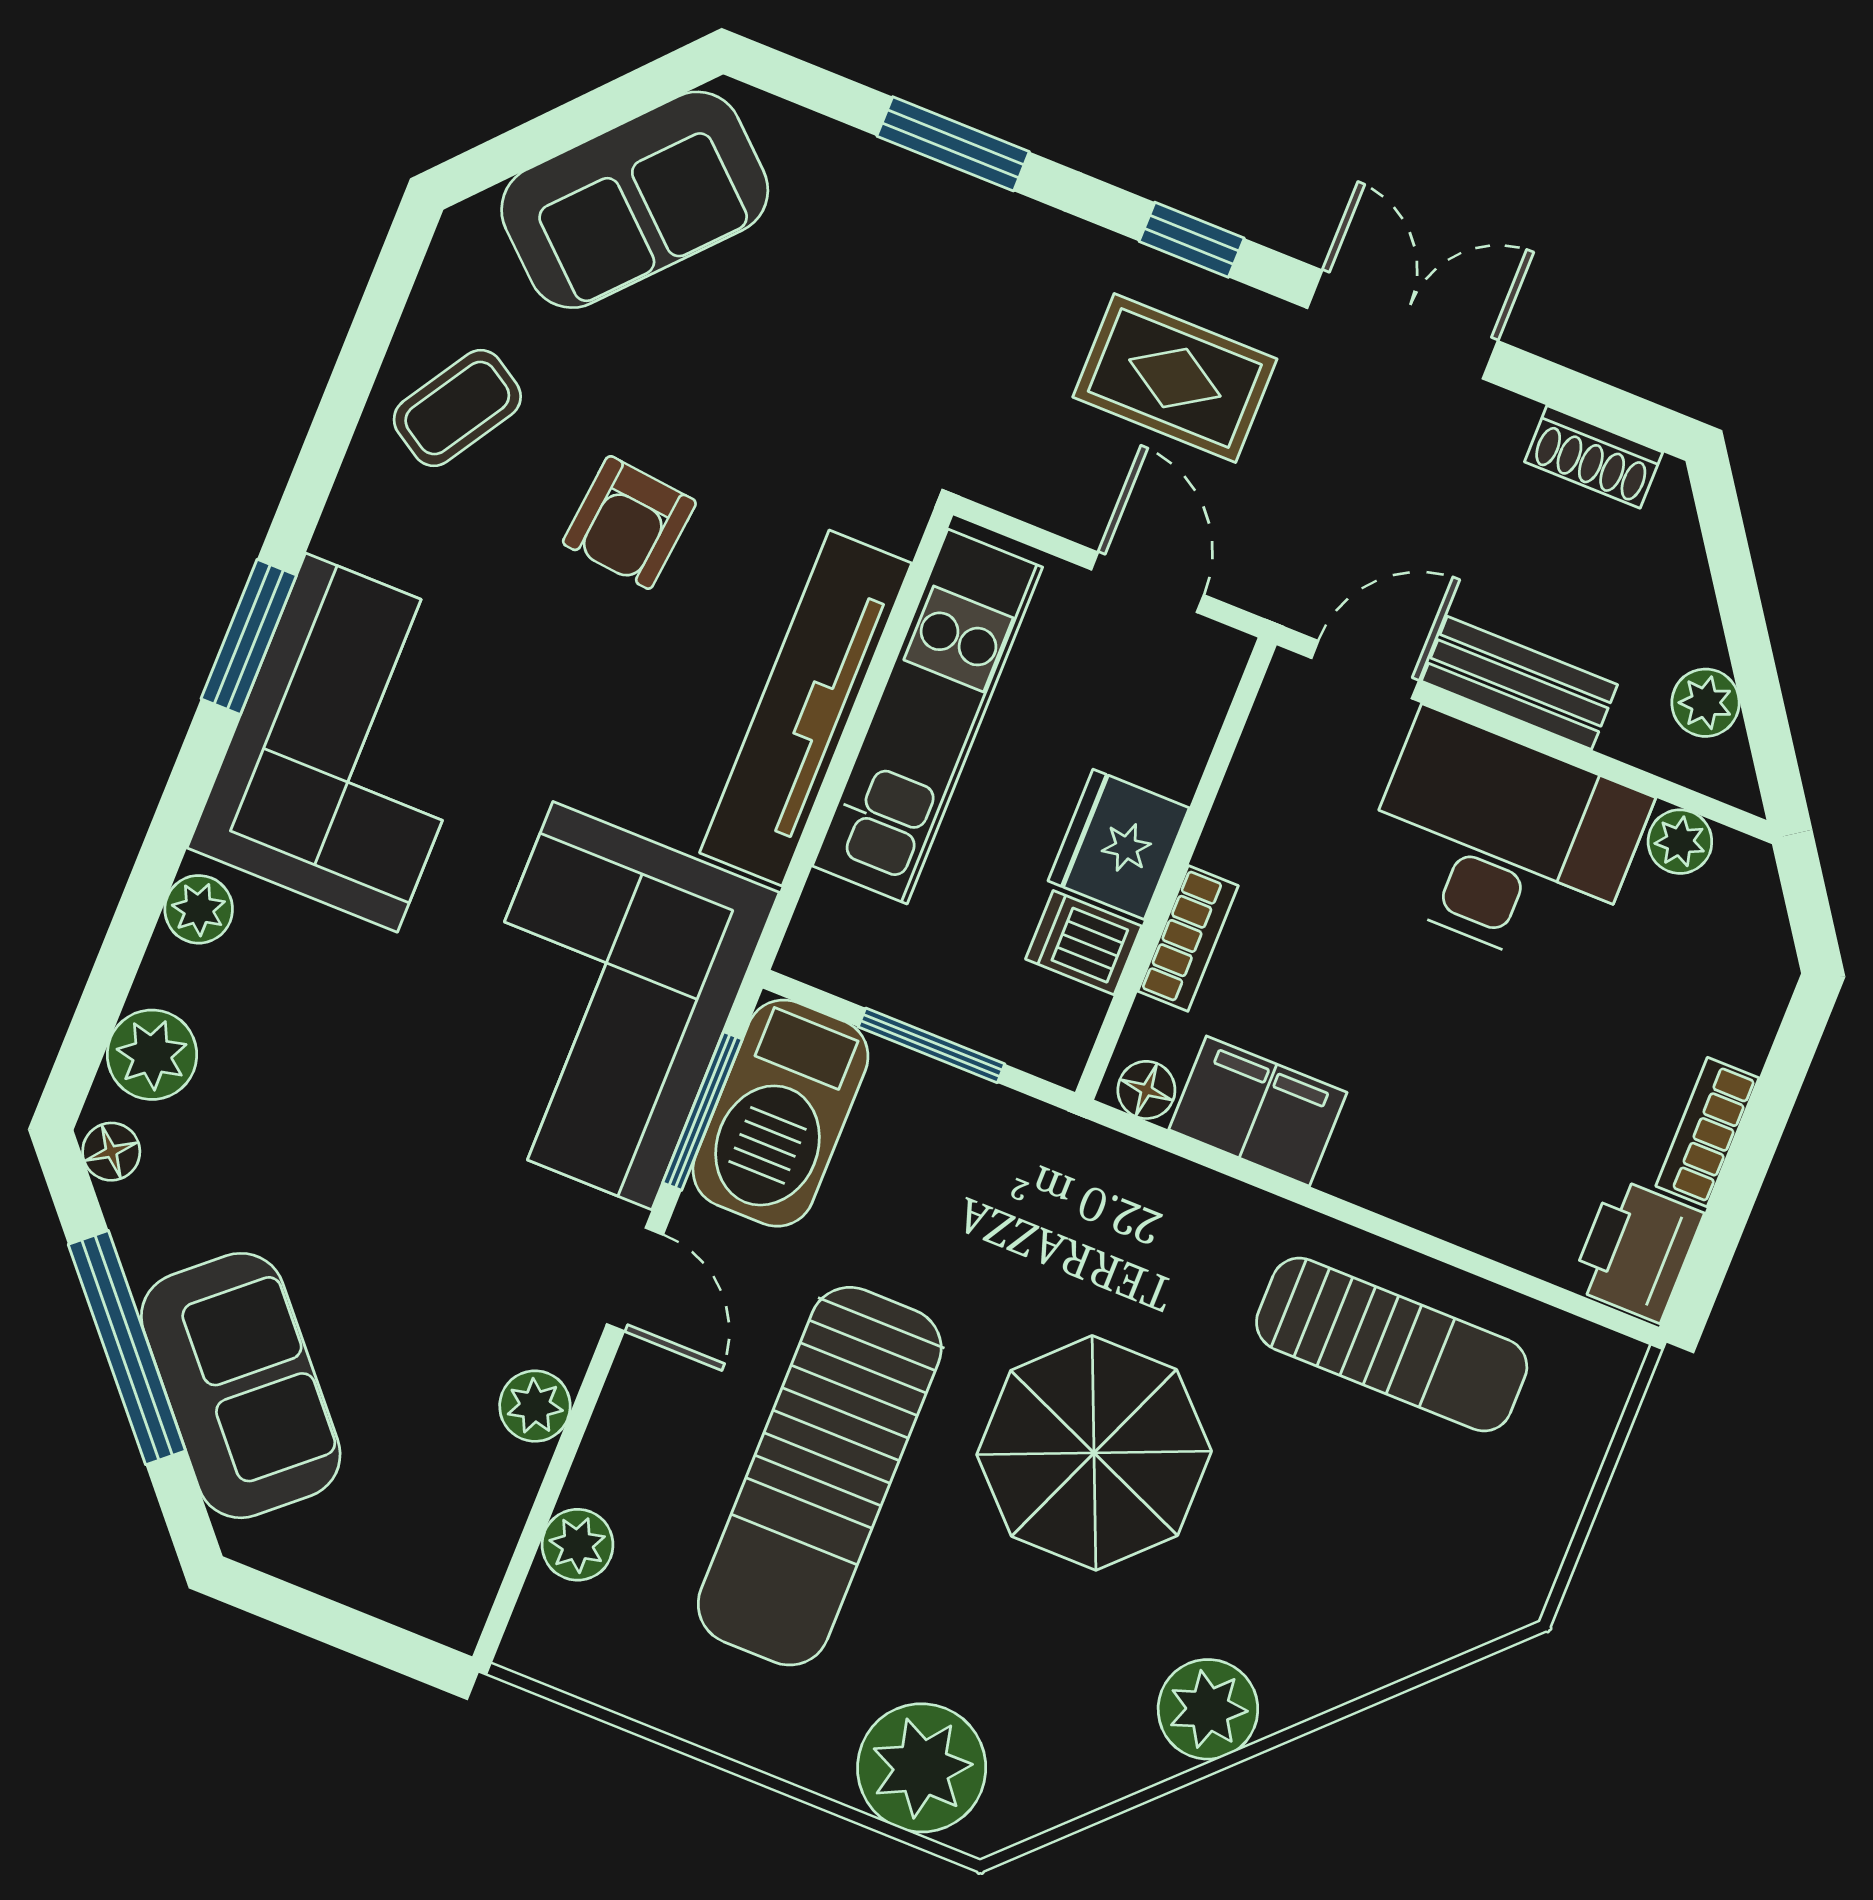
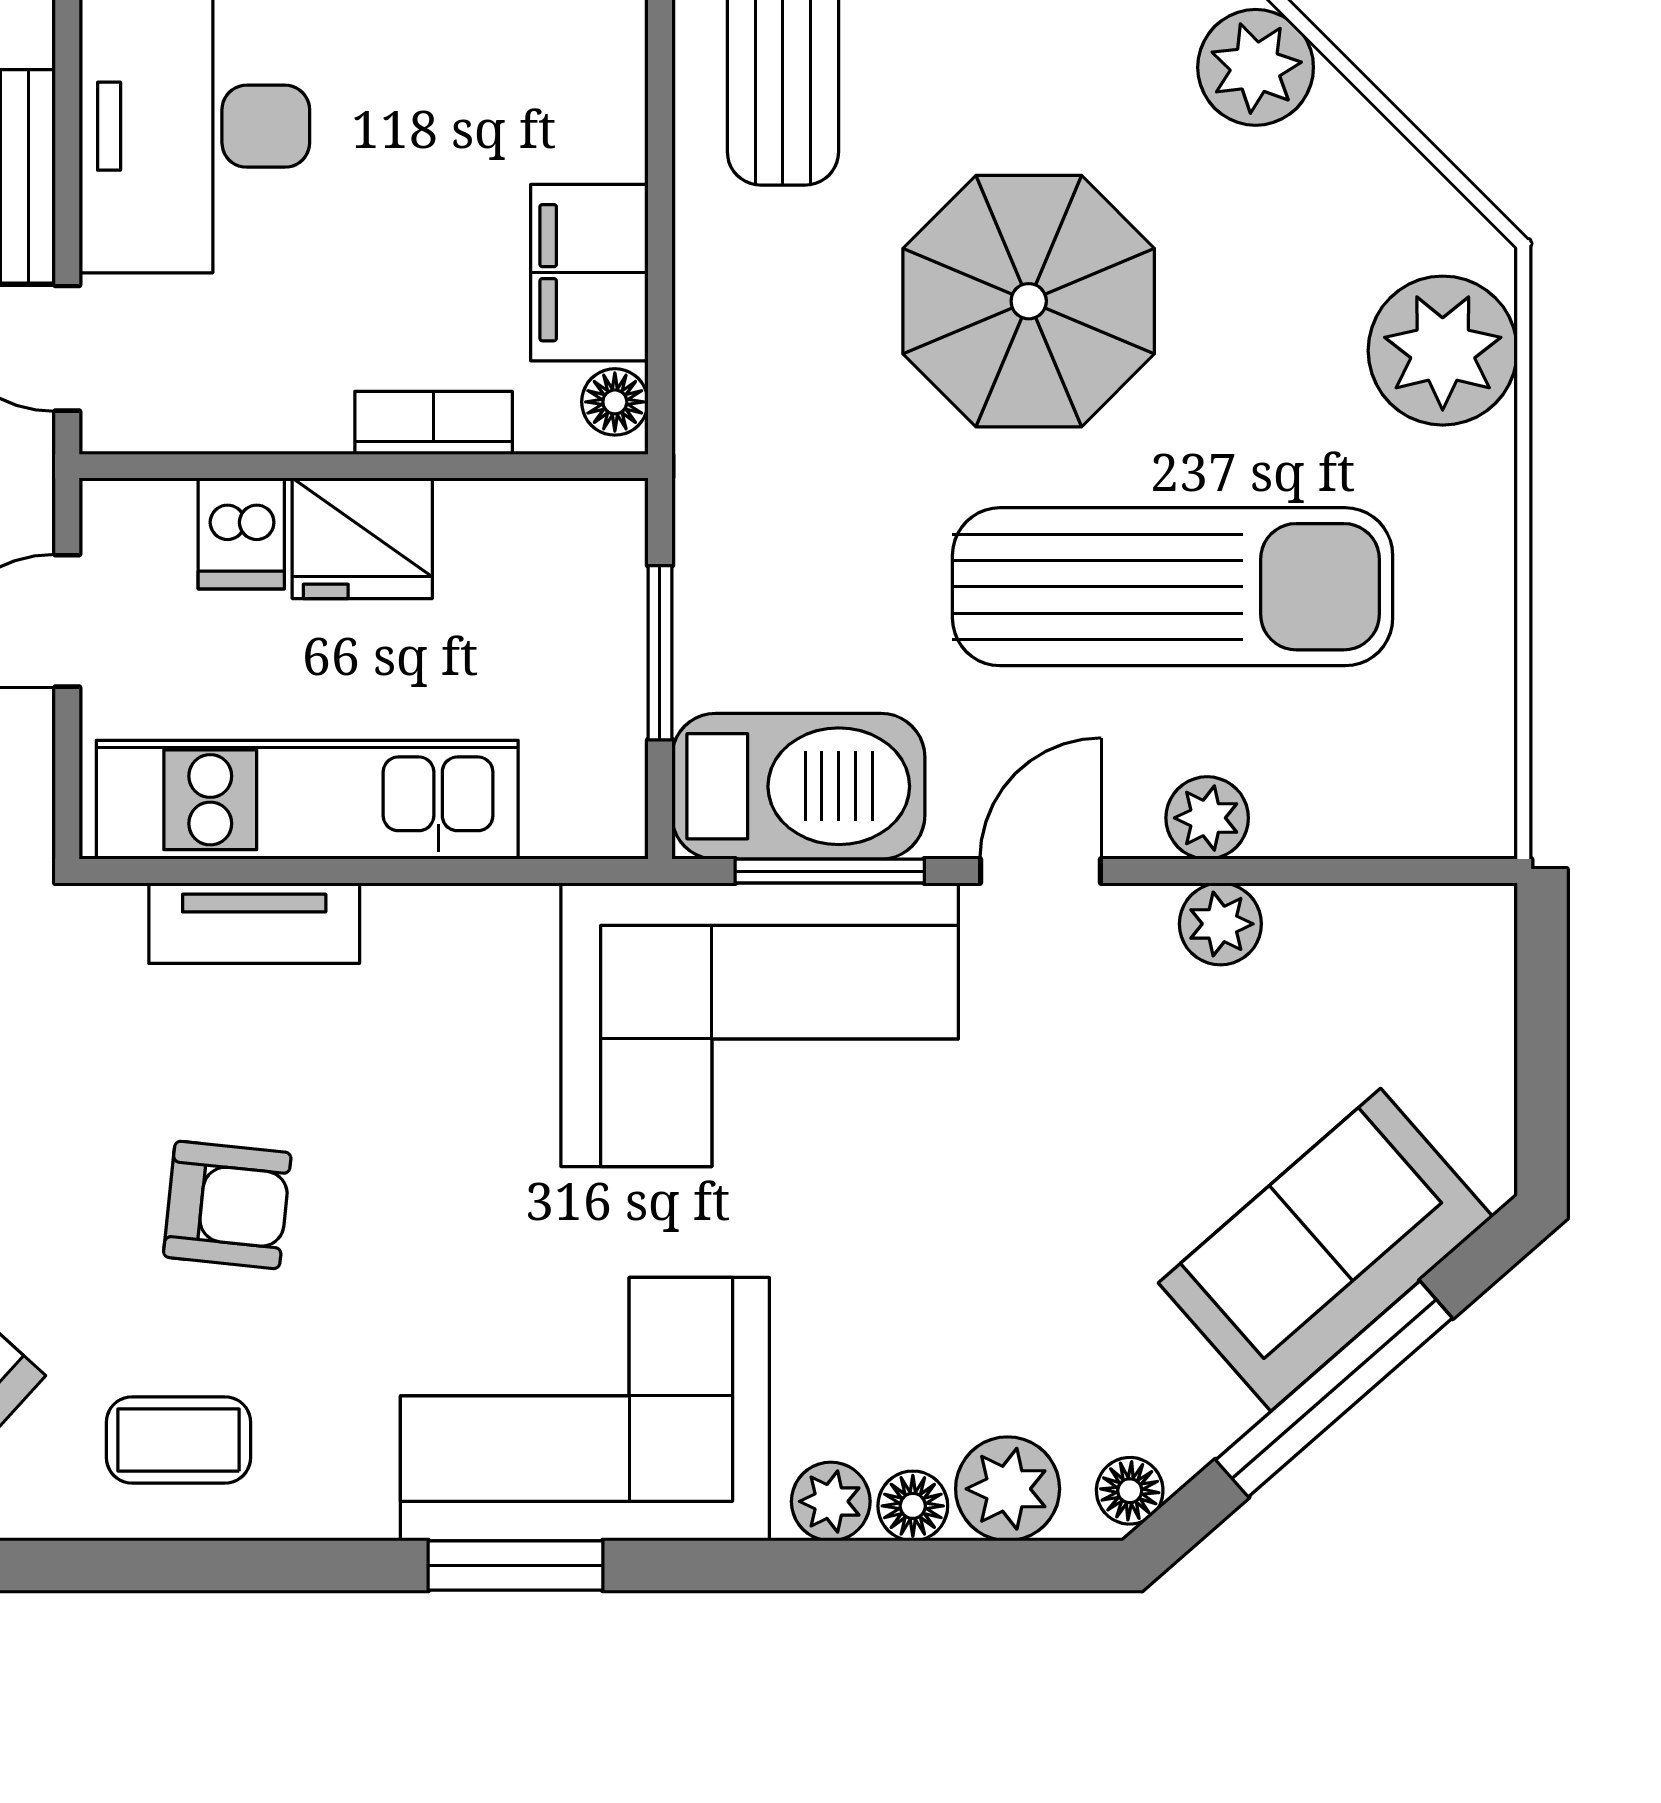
coffee table: (457, 408) -> (178, 1440), turned -32
tv unit: (806, 708) -> (254, 923), width x0.52, depth x0.78
dishwasher: (1084, 943) -> (241, 533), moved
floor lamp: (169, 973) -> (913, 1506), added
plant: (578, 1545) -> (1207, 818), moved

